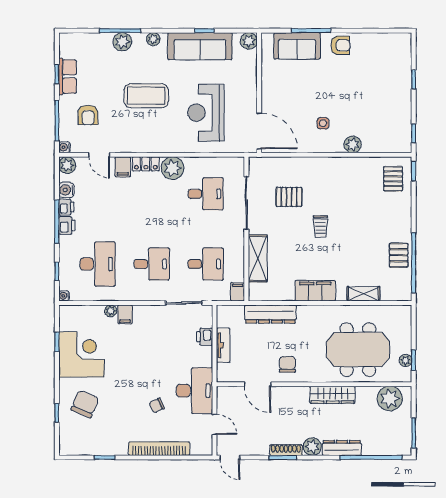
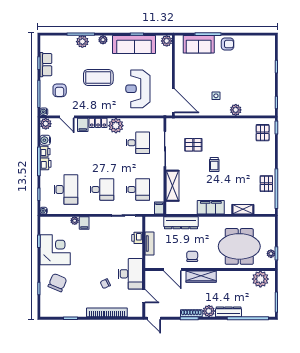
wardrobe: (333, 395) -> (201, 277), moved

